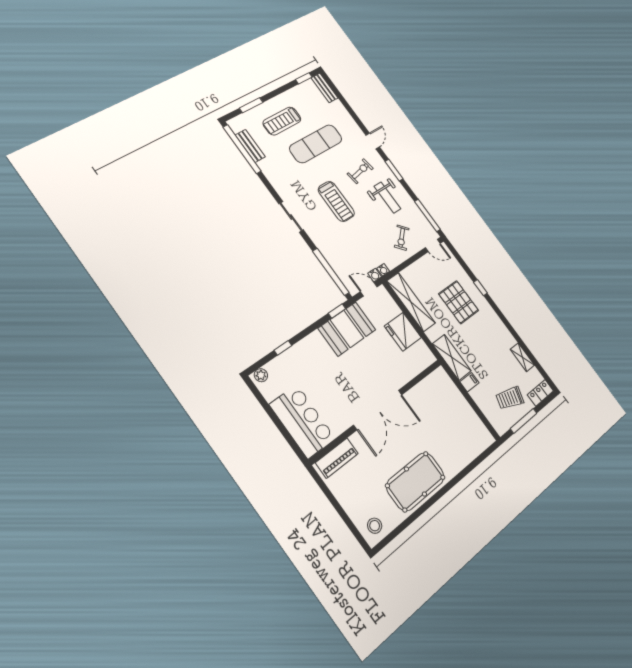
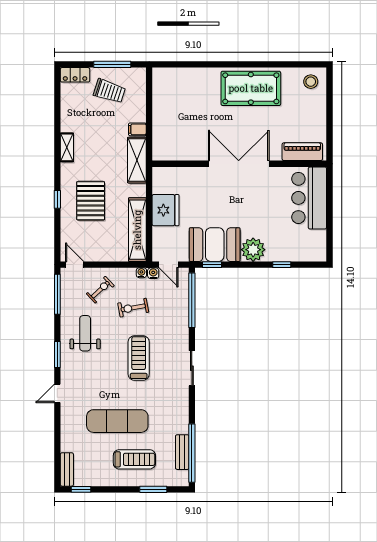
exercise bike: (360, 171) -> (133, 308), moved
shelving: (522, 357) -> (67, 147), moved
plant: (261, 375) -> (253, 250), moved, width x1.87, depth x1.87

